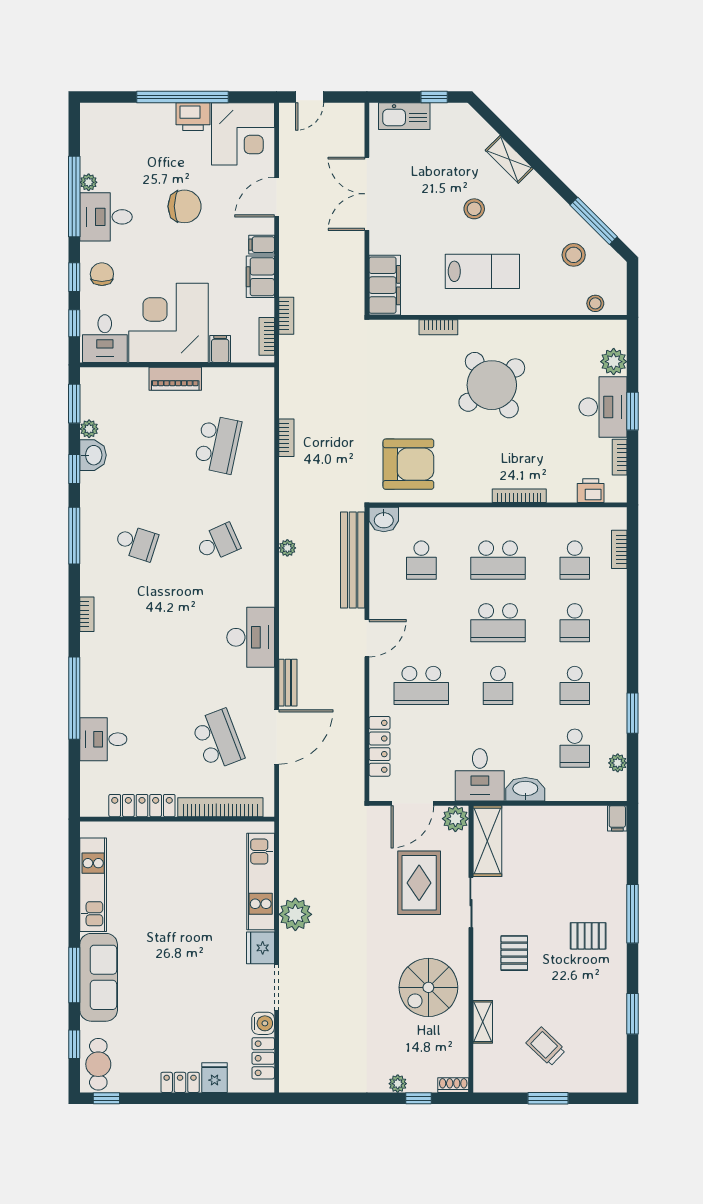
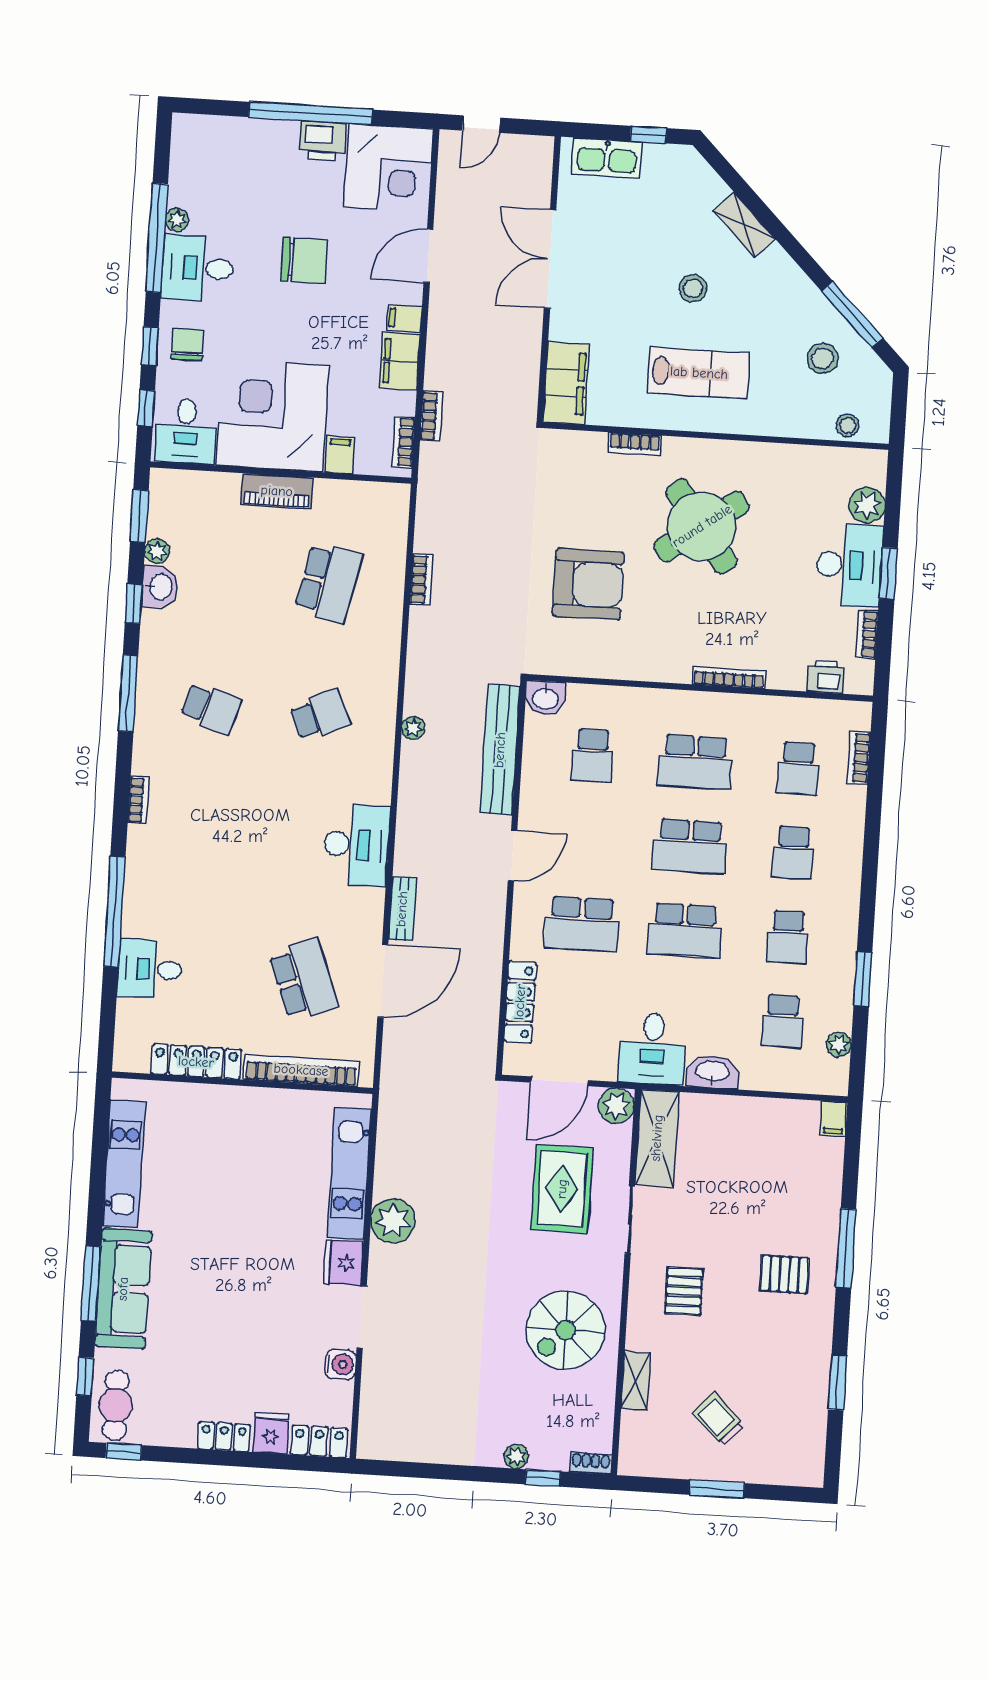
armchair: (408, 464) -> (588, 584), moved
school desk: (498, 685) -> (685, 930), width x1.85
locker: (263, 1058) -> (319, 1441), moved, turned 90

